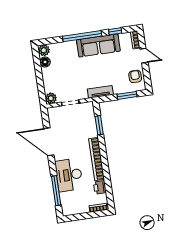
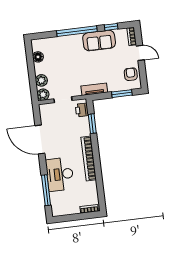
sofa: (98, 45) -> (99, 41), width x0.73
plant: (44, 50) -> (41, 80), moved
printer: (100, 187) -> (82, 110), moved

